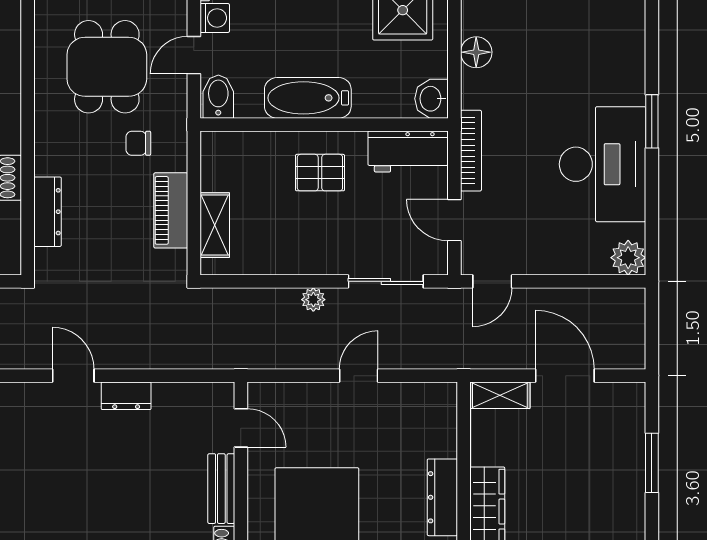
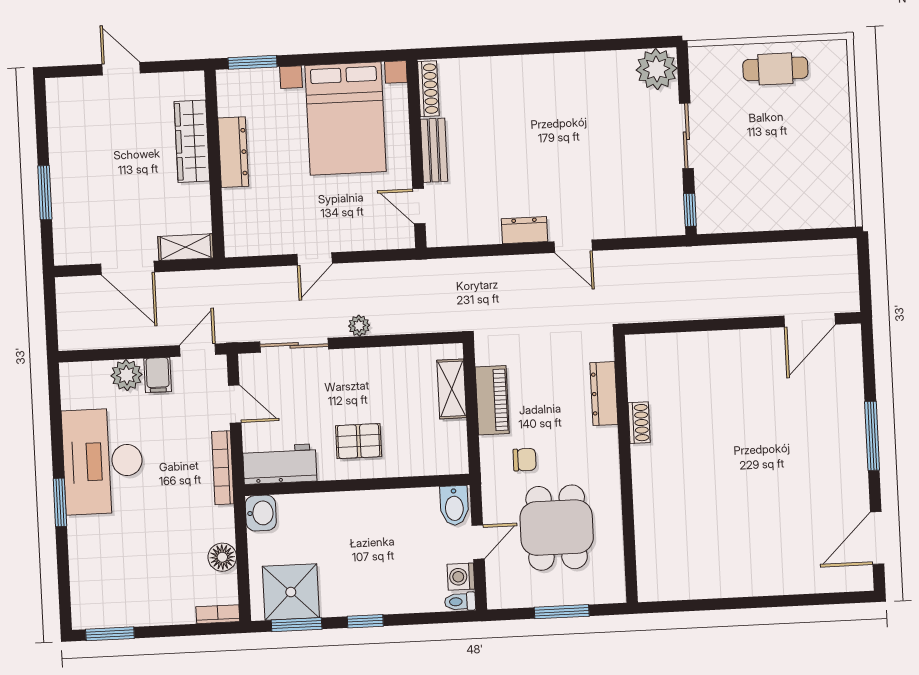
bathtub: (308, 98) -> (373, 508), removed
filing cabinet: (538, 256) -> (158, 375), added
plant: (628, 258) -> (127, 375), moved

